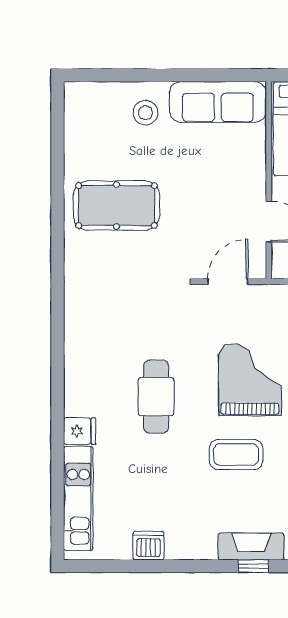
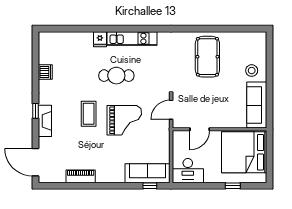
door: (228, 282) -> (171, 110), swing flipped
kitchen unit: (78, 499) -> (132, 38), moved
window: (253, 566) -> (36, 111), moved

